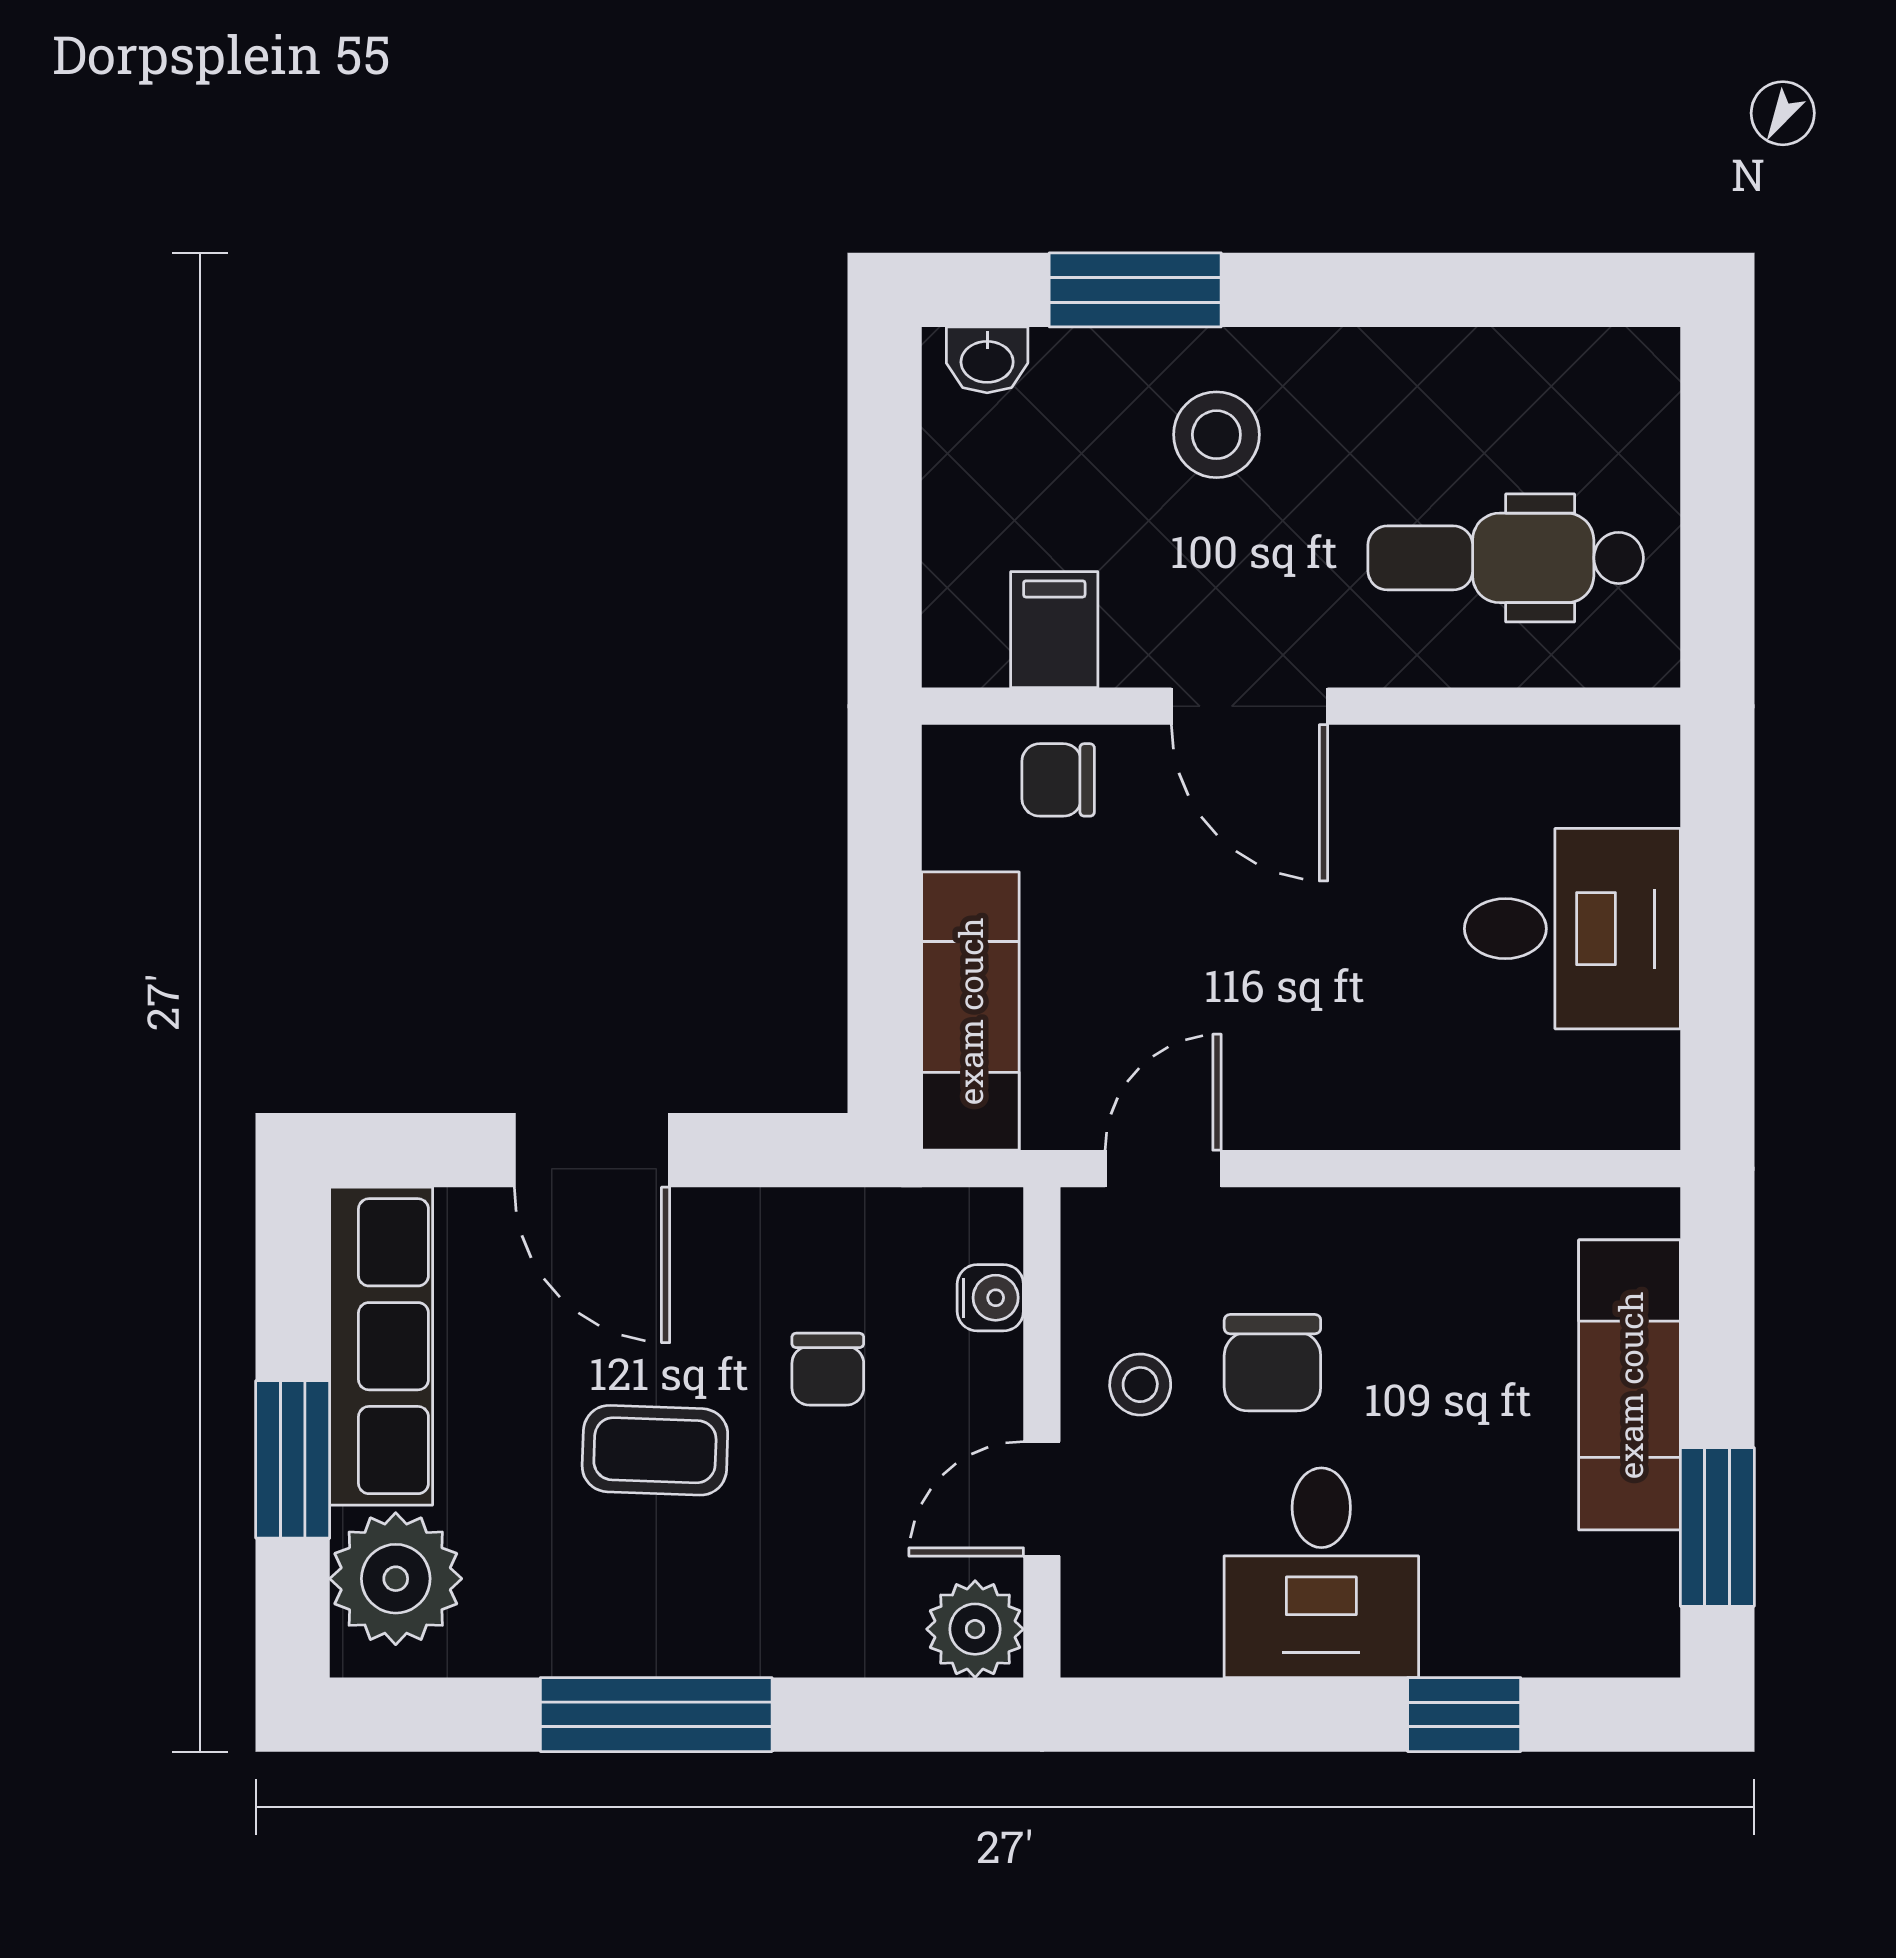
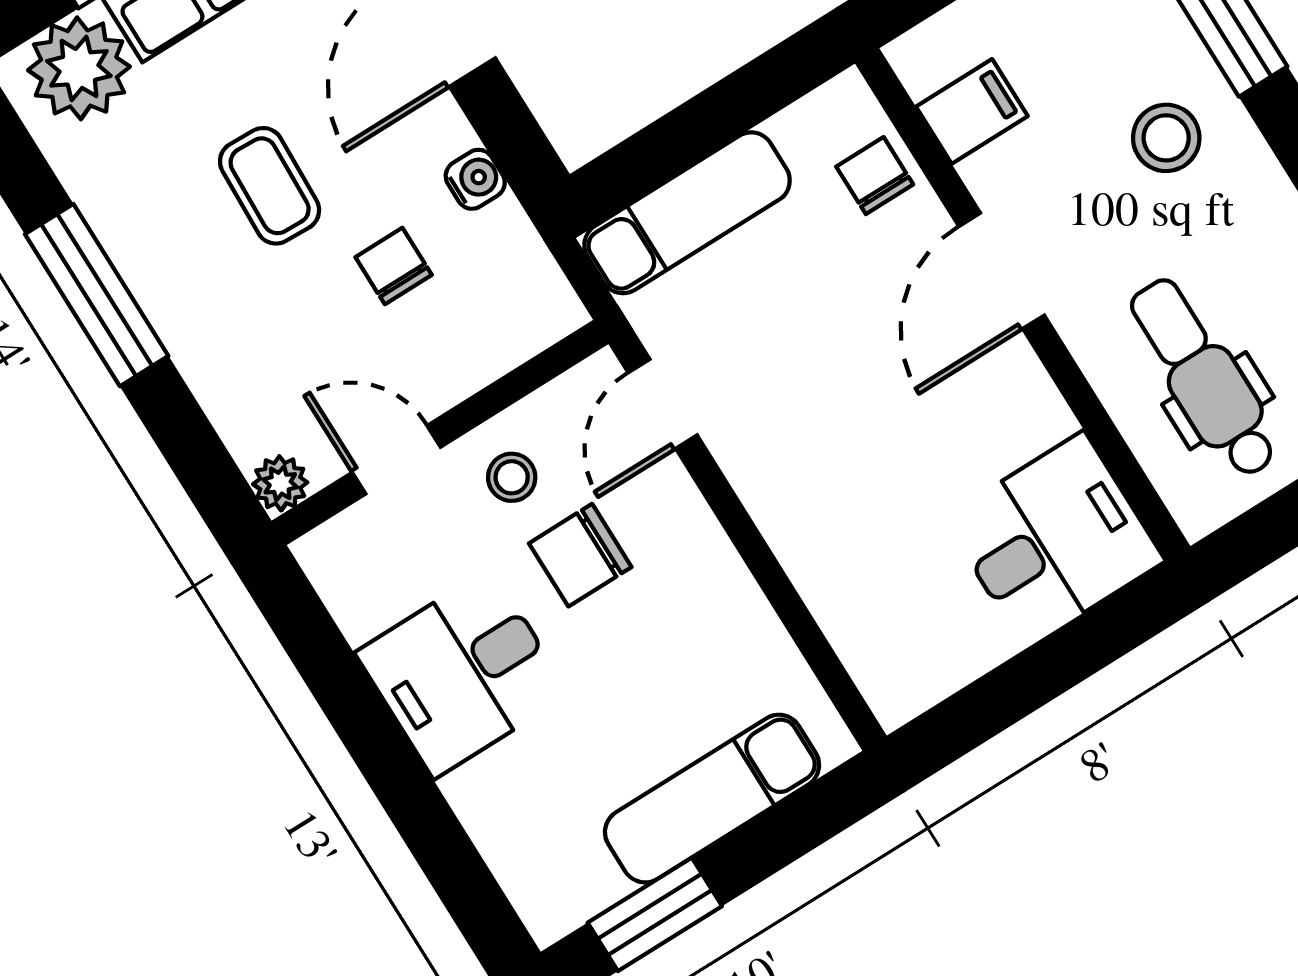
desk: (1572, 929) -> (1054, 540), moved, turned -90
door: (1163, 1169) -> (663, 404), swing flipped
water cooler: (990, 1298) -> (475, 179), moved, turned -90
chair: (828, 1369) -> (394, 266), turned 90
plant: (975, 1629) -> (280, 483), width x0.73, depth x0.73
window: (1464, 1715) -> (428, 825), removed

